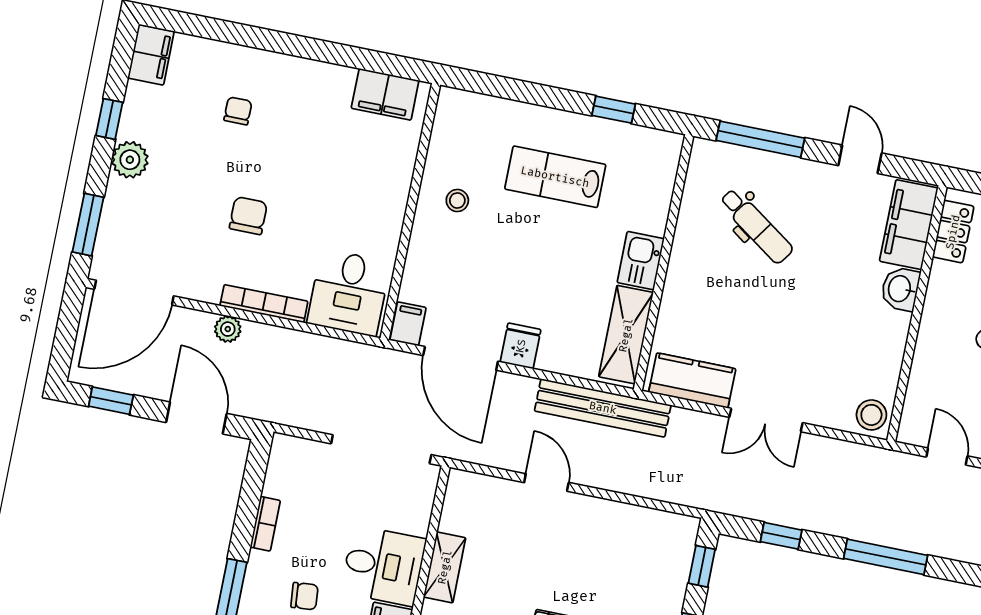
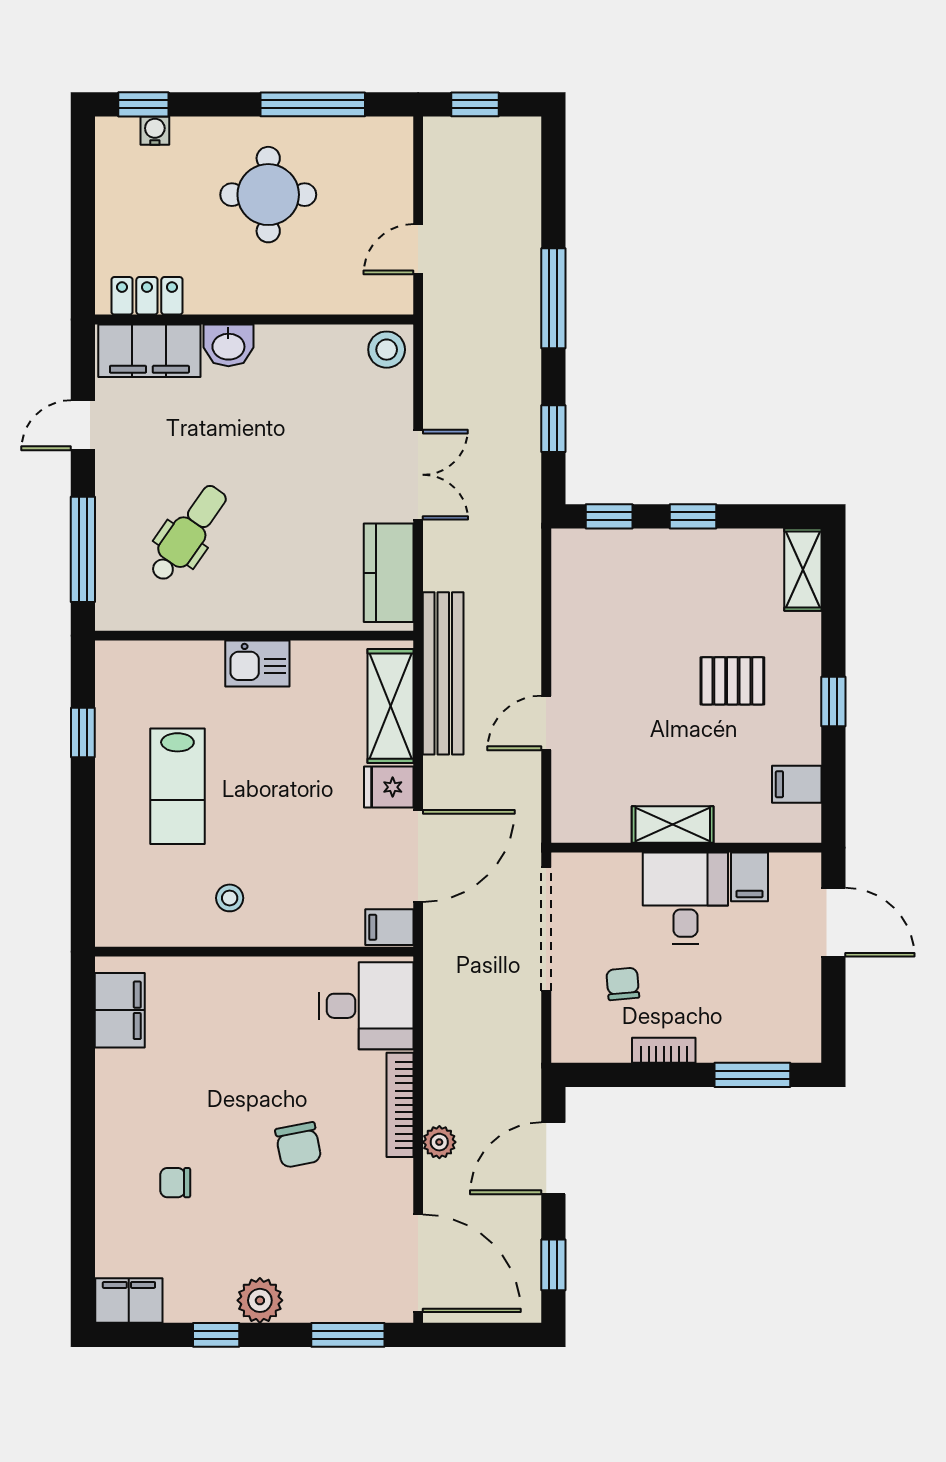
chair: (248, 216) -> (298, 1145), turned -101
shelving: (626, 335) -> (391, 706), moved, turned 90
chair: (304, 596) -> (623, 984), moved

